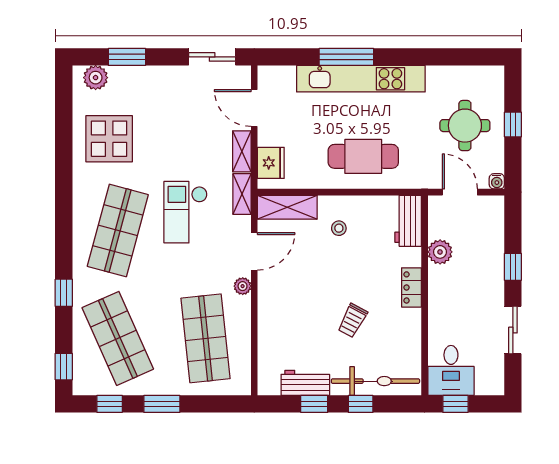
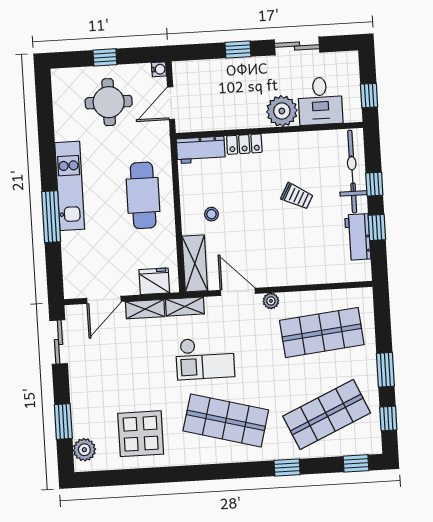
kitchen unit: (361, 79) -> (70, 186), width x0.73
plant: (440, 252) -> (282, 111), moved, width x1.36, depth x1.36
locker: (411, 287) -> (244, 144), moved
desk: (451, 370) -> (320, 101), moved, turned 90

